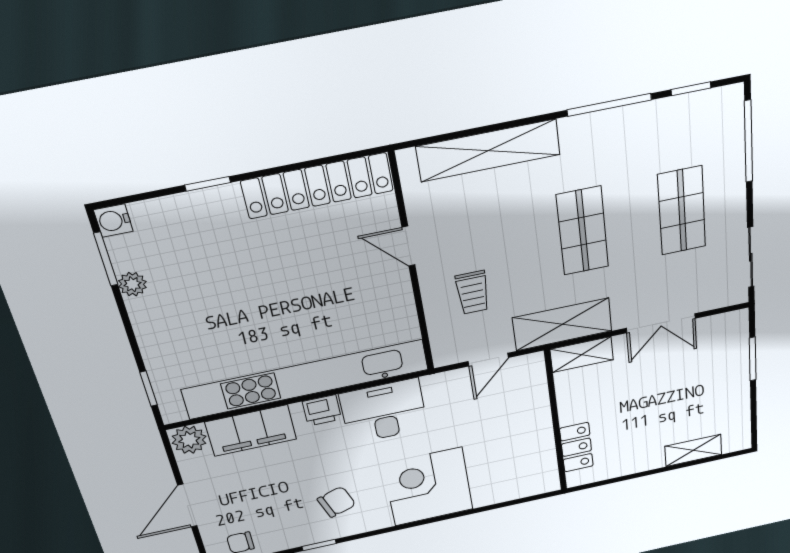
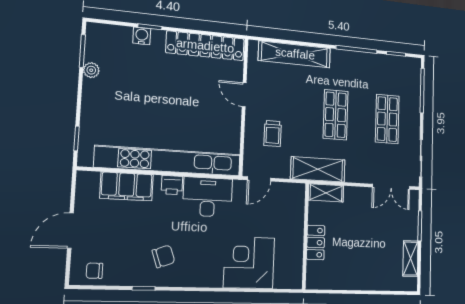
water cooler: (113, 221) -> (142, 36), moved, turned 90
double door: (661, 323) -> (391, 187), moved
door: (488, 360) -> (259, 179), moved
plant: (189, 440) -> (88, 181), removed
locker: (576, 447) -> (316, 243), moved
shelving: (693, 450) -> (410, 259), moved, turned 90
corner desk: (428, 487) -> (249, 263), moved

